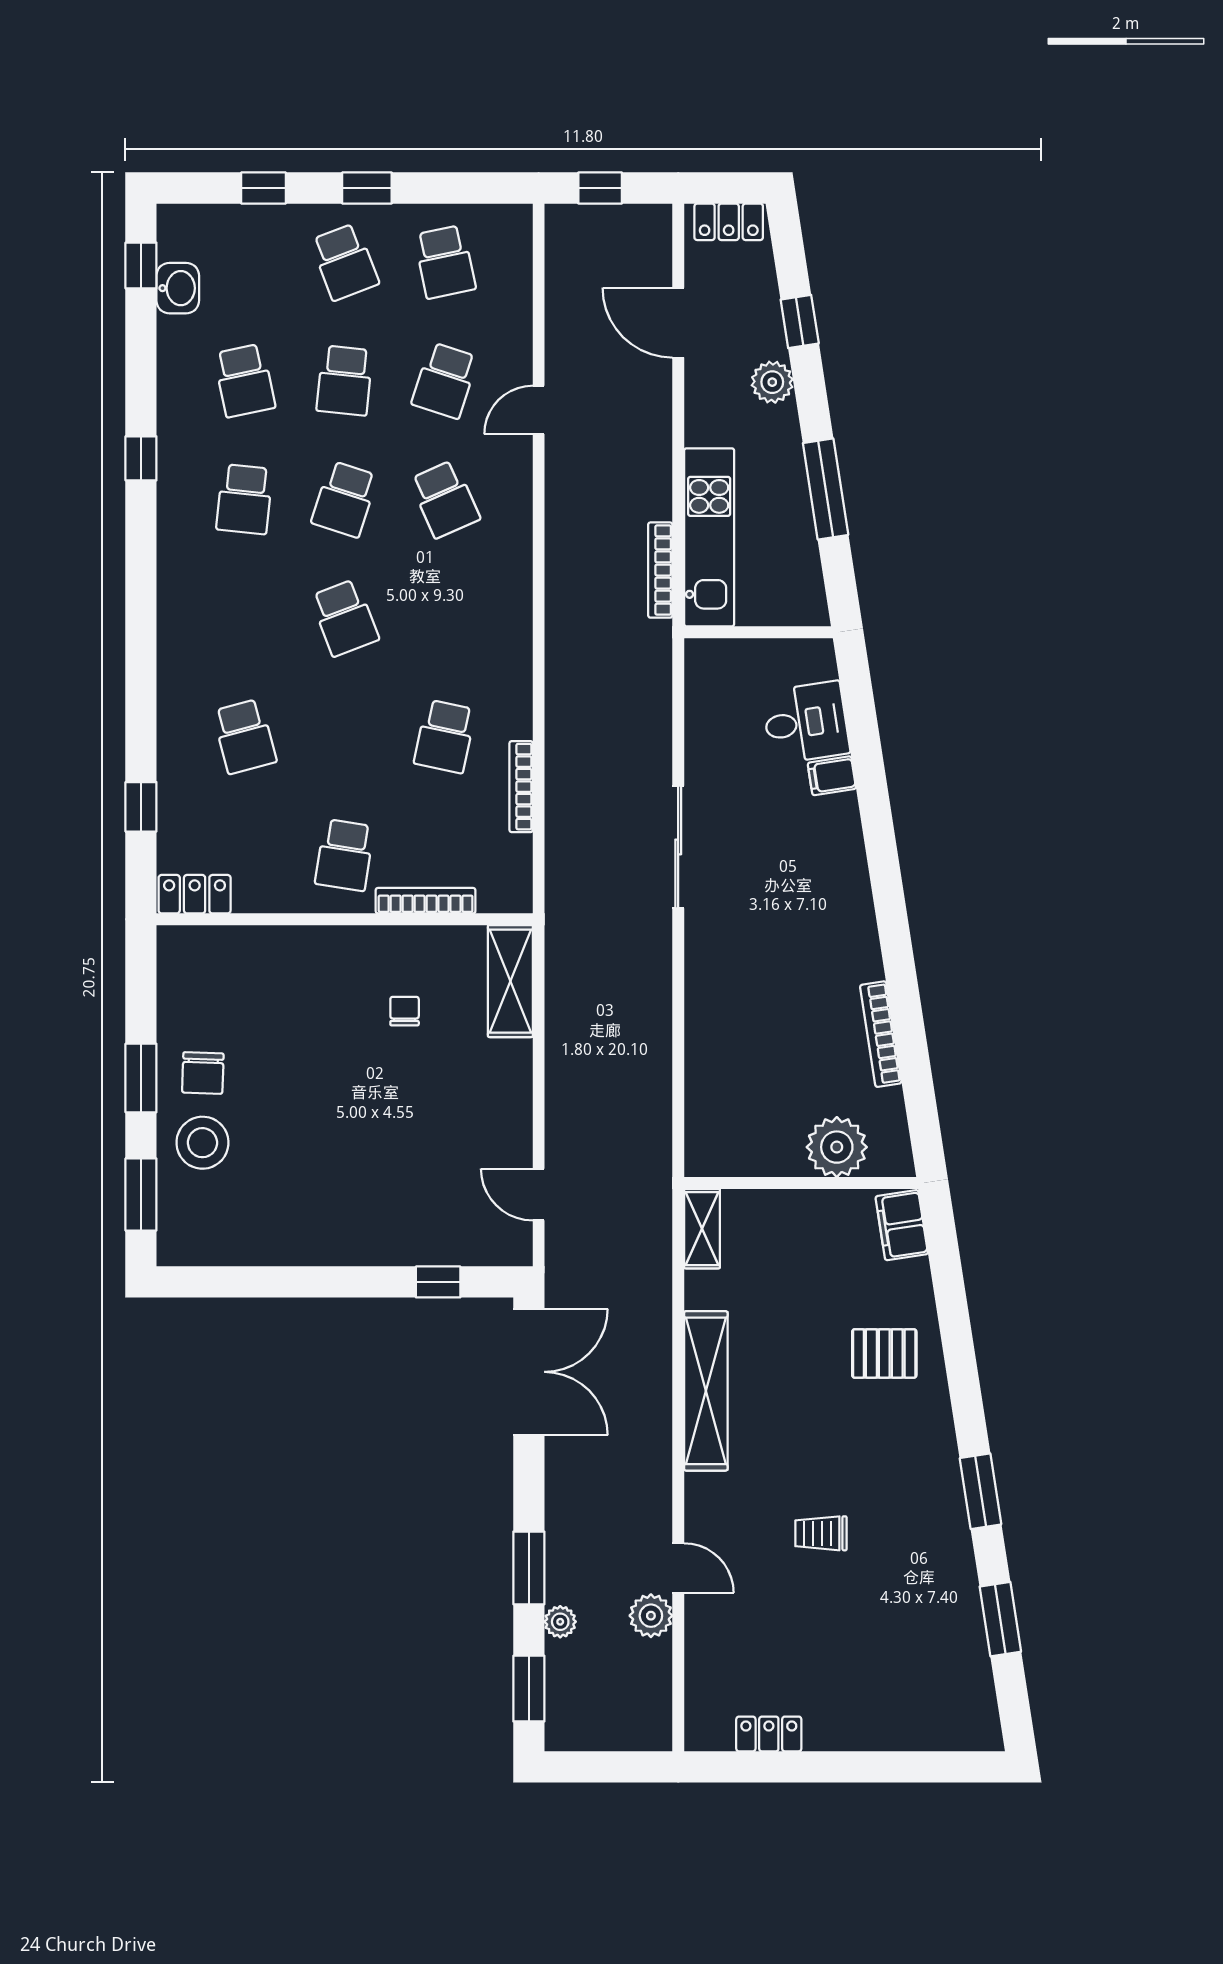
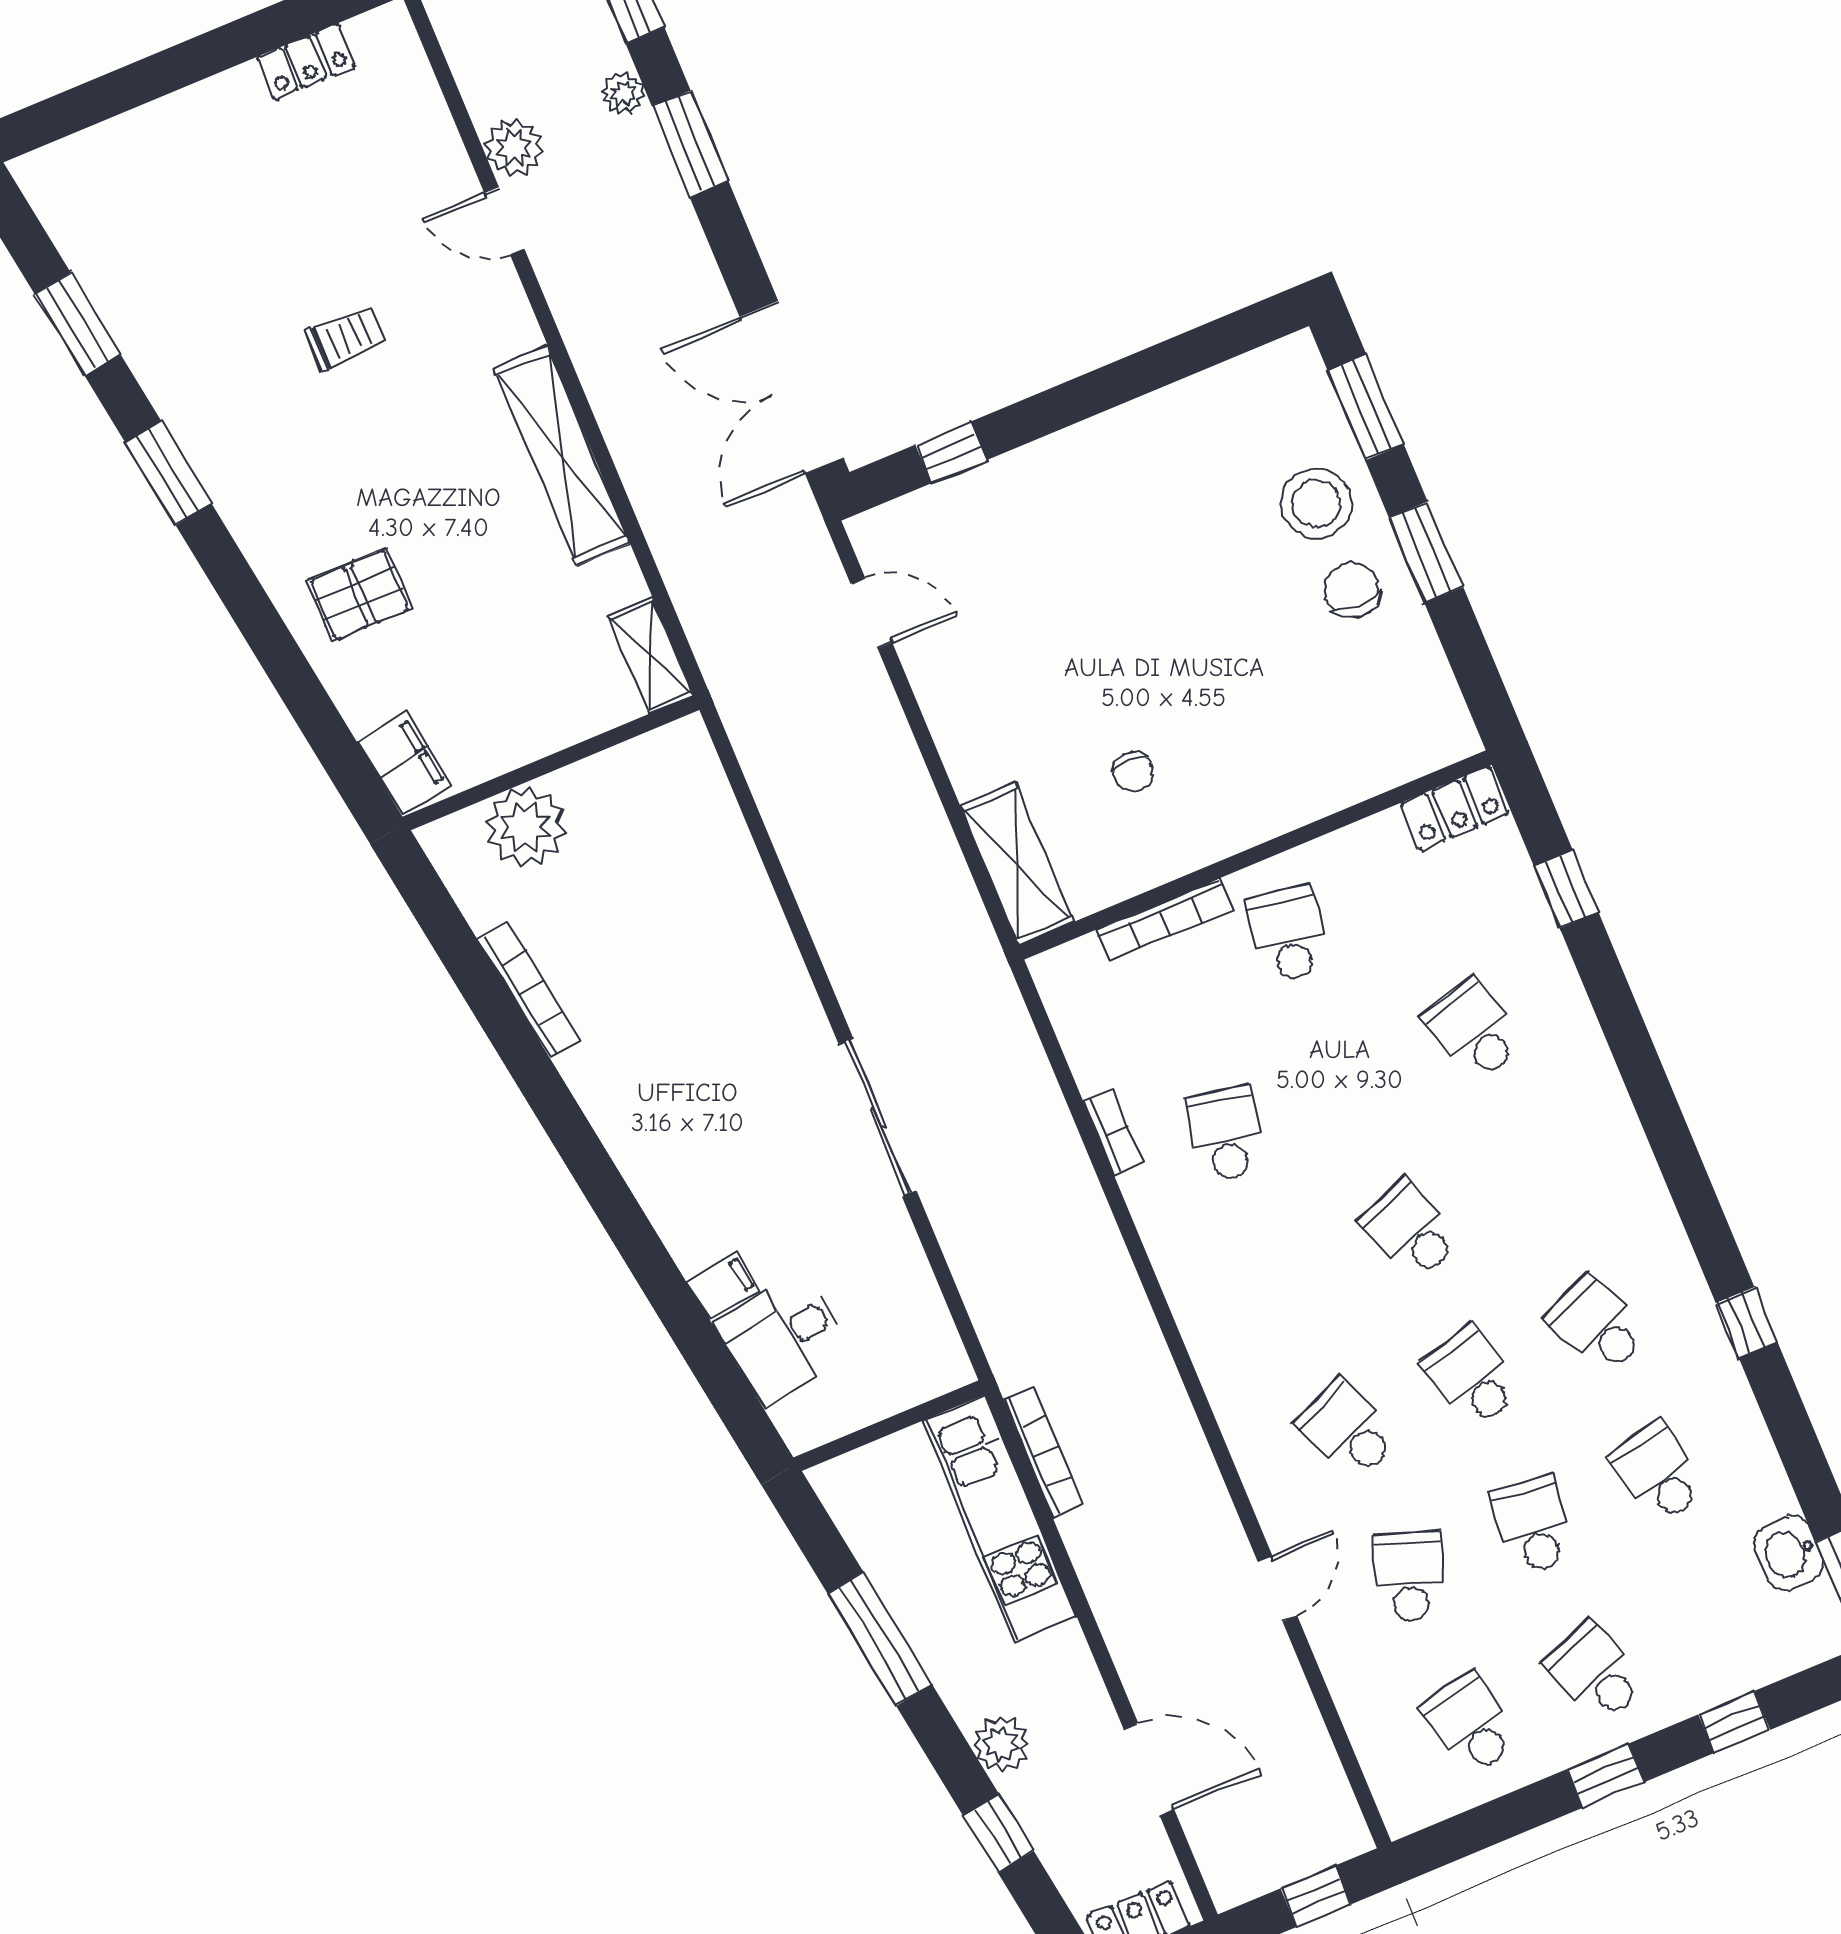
school desk: (244, 499) -> (1597, 1325), turned -30
school desk: (345, 499) -> (1472, 1377), turned -33
bookcase: (521, 787) -> (1113, 1132), width x0.64

